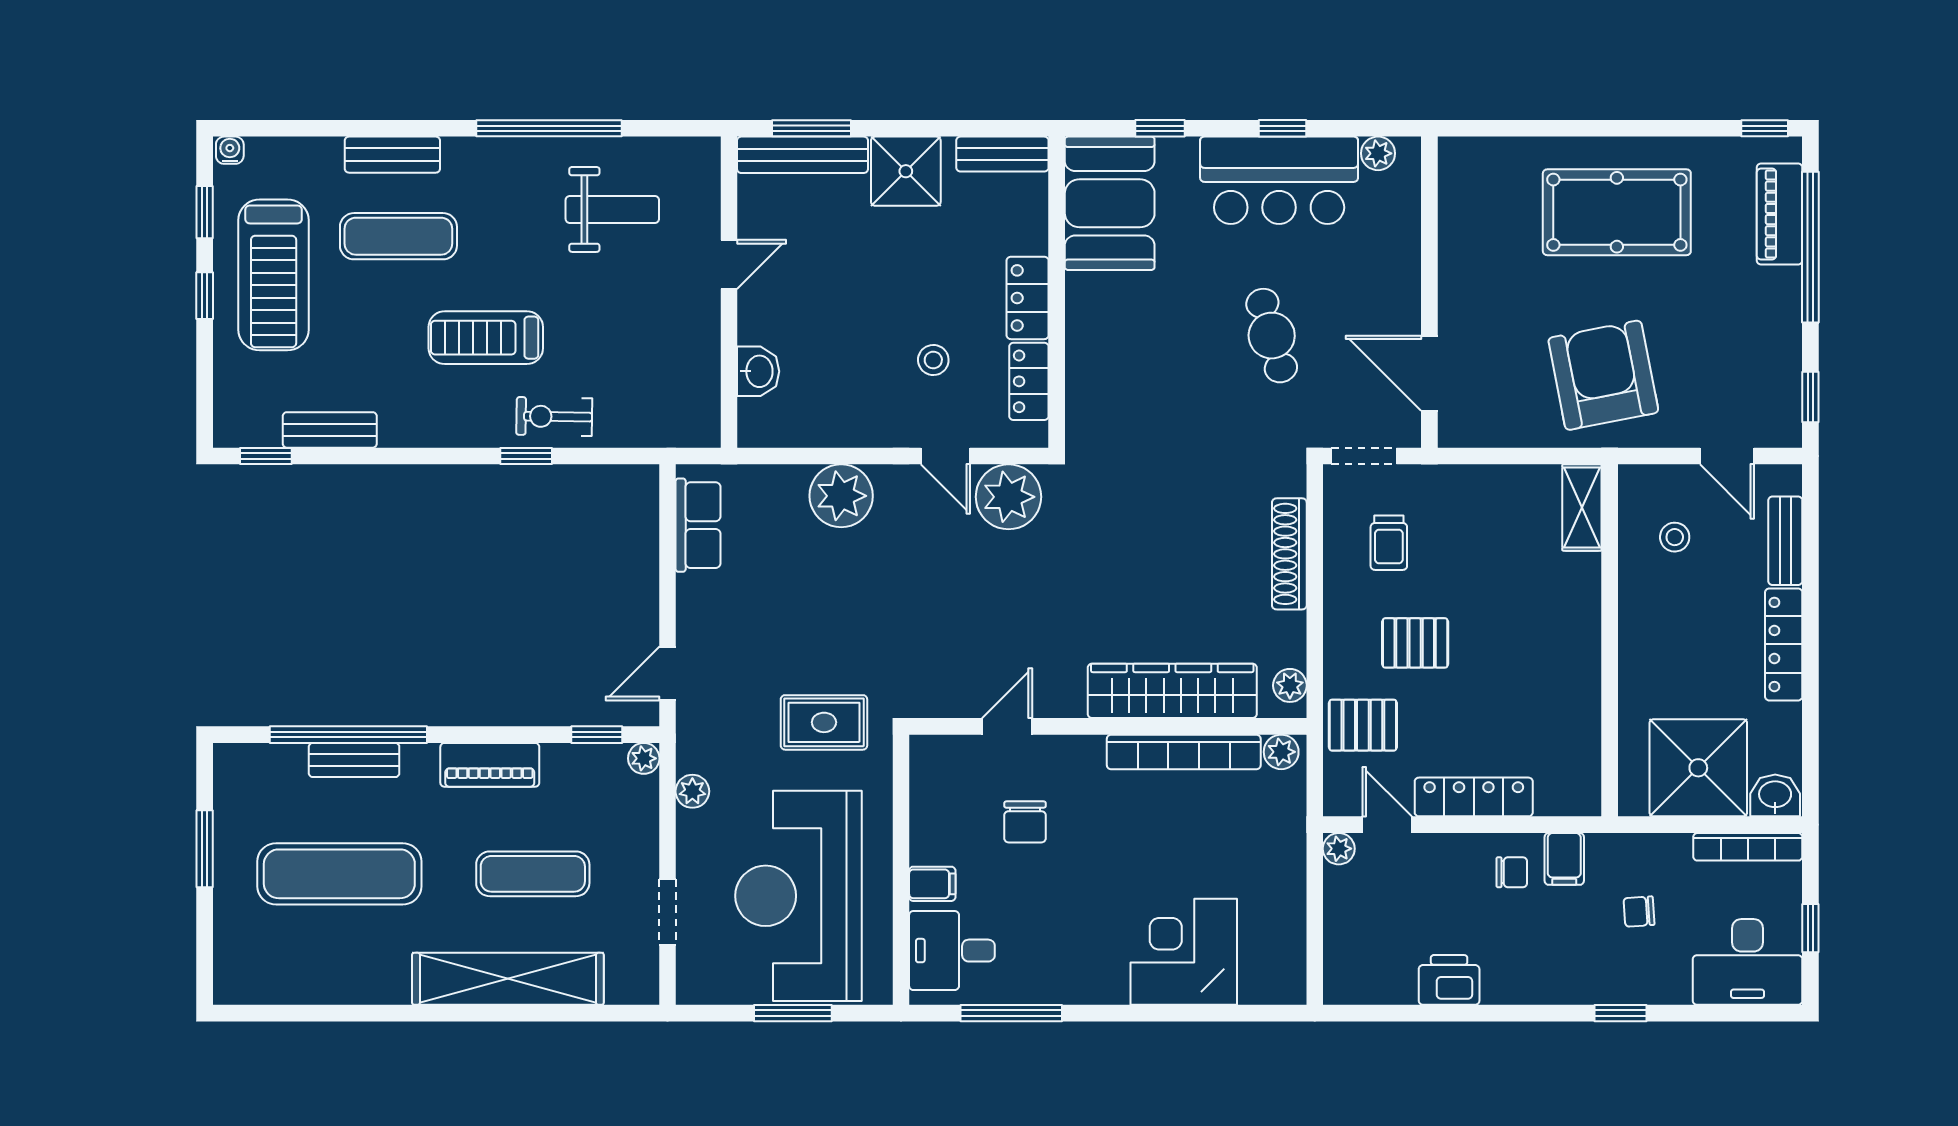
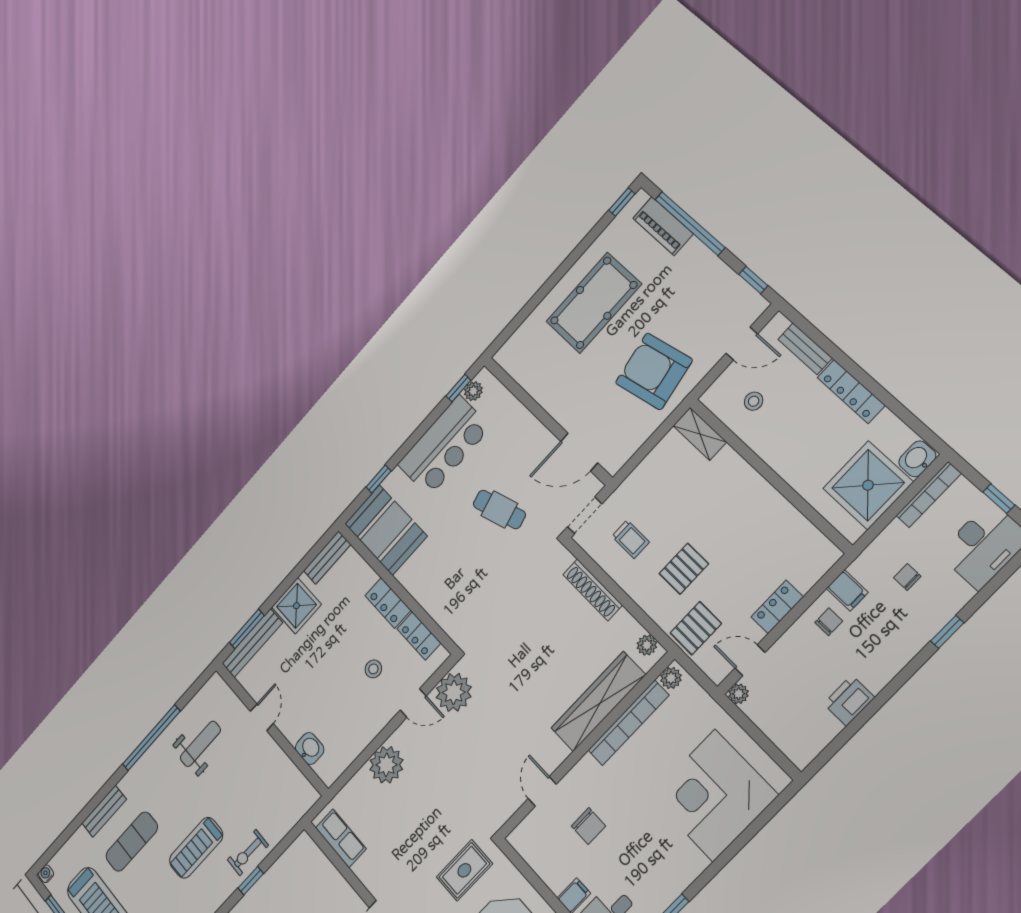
window: (1283, 128) -> (458, 388), moved
locker: (1474, 797) -> (777, 607), width x0.66
chair: (1639, 912) -> (907, 577), turned 94
corner desk: (1184, 952) -> (714, 795), width x1.36, depth x1.36

